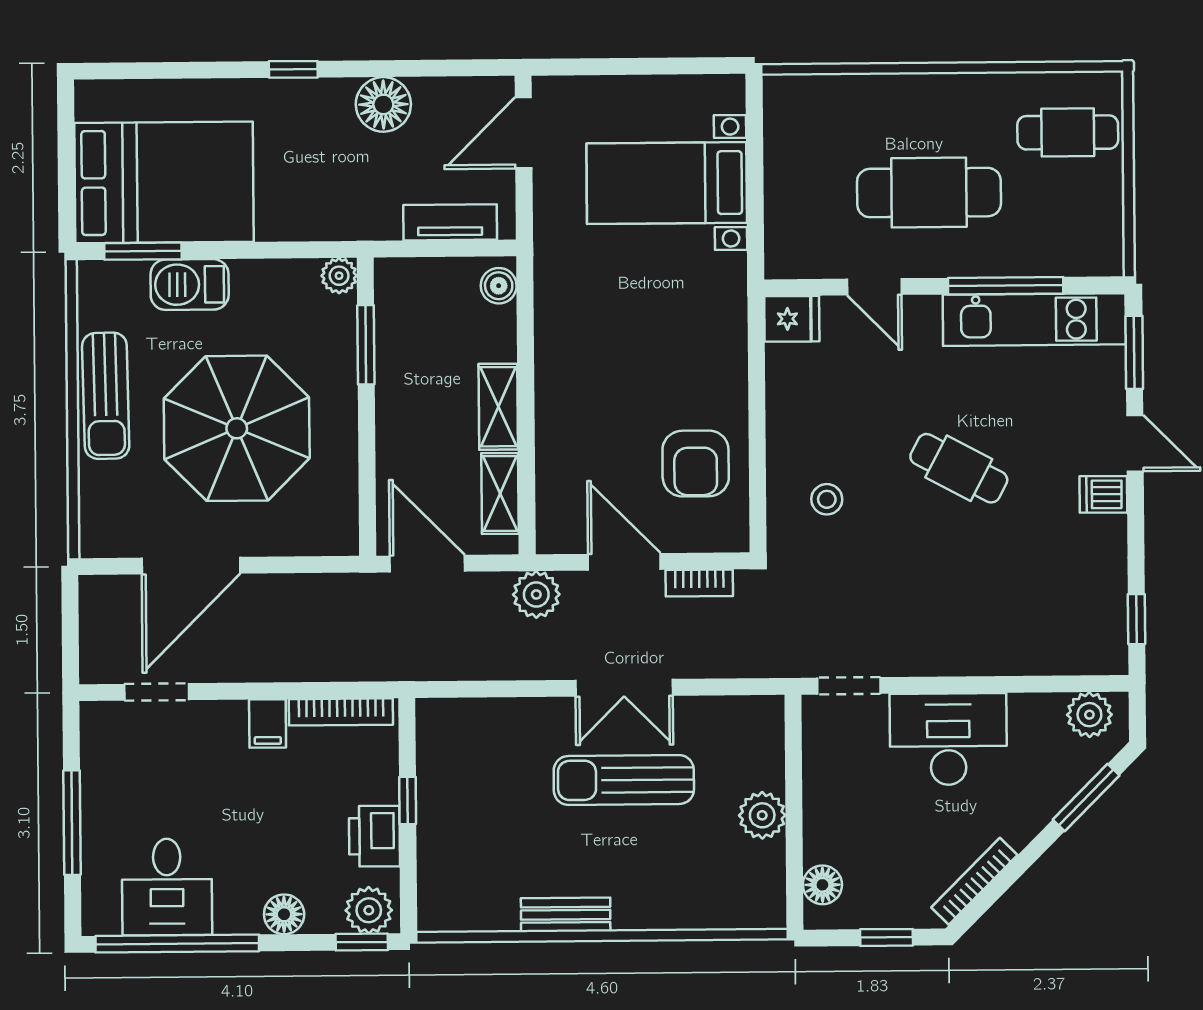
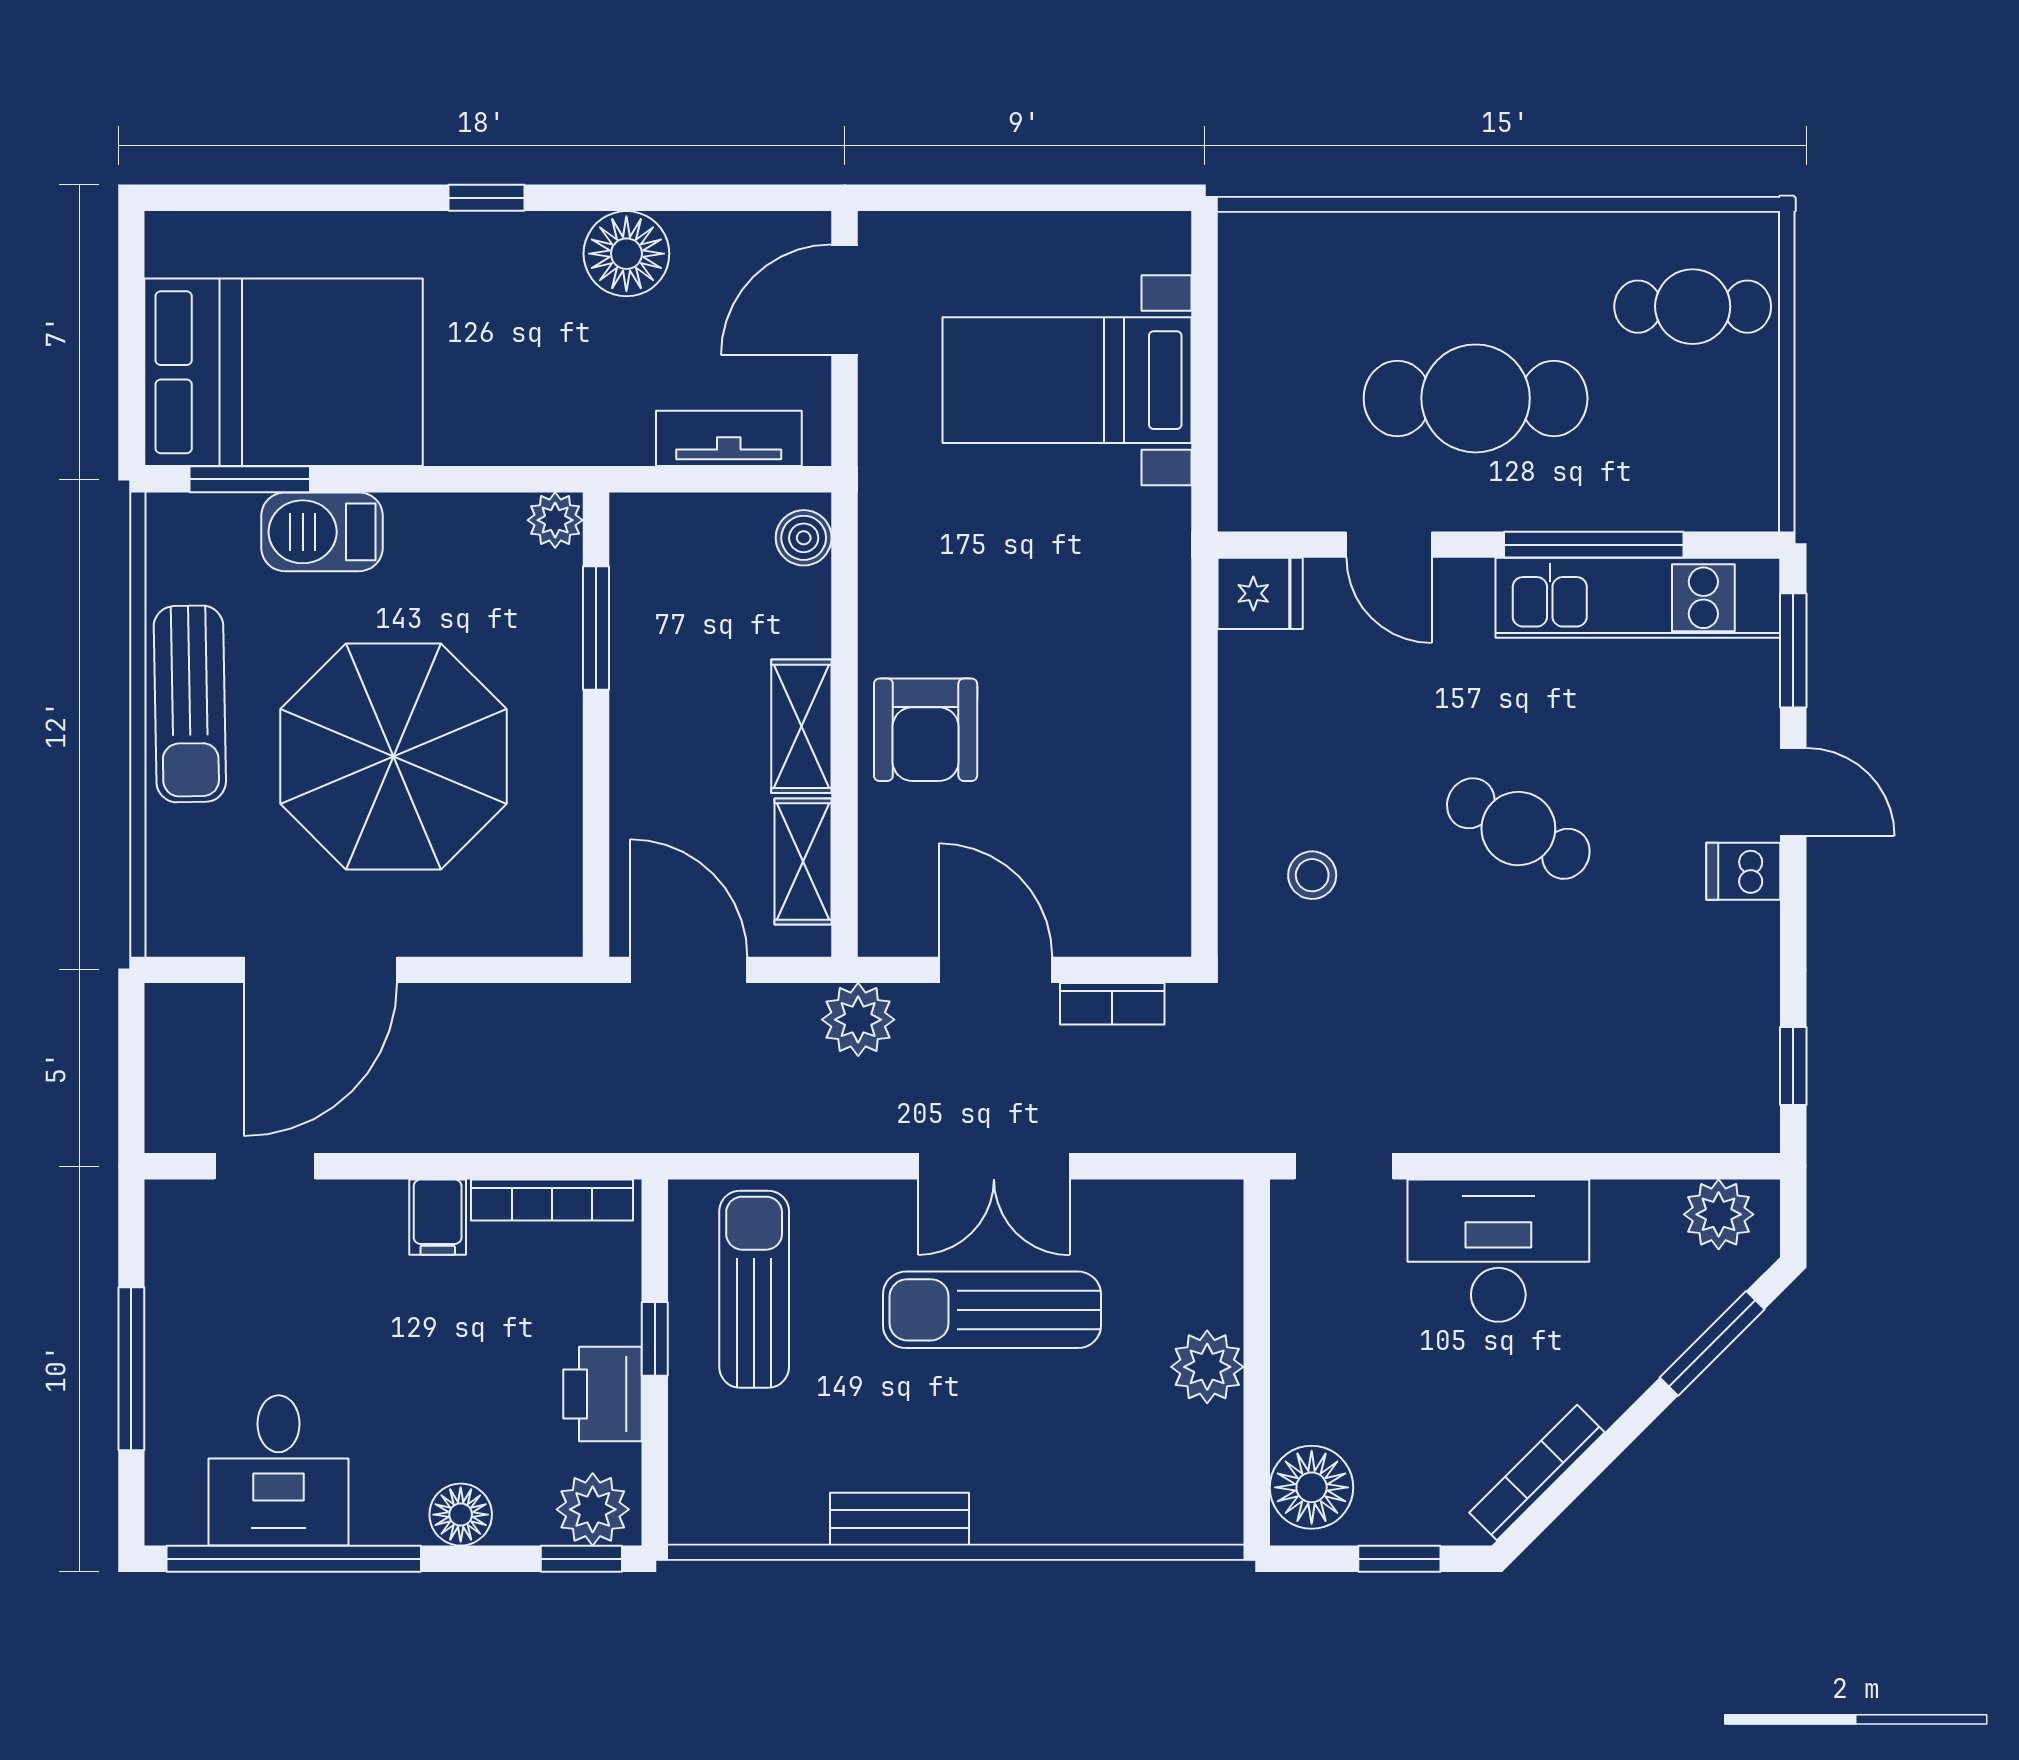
armchair: (696, 464) -> (926, 730), moved
sun lounger: (471, 768) -> (754, 1289), added
floor lamp: (822, 885) -> (1312, 1487), width x1.38, depth x1.38

